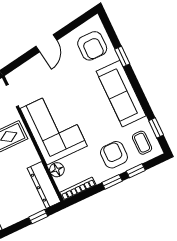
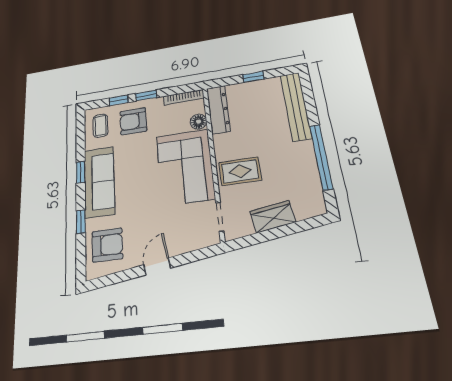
armchair: (92, 46) -> (107, 245), turned 90
window: (156, 128) -> (81, 172), moved
armchair: (114, 155) -> (133, 121), turned 90
window: (38, 217) -> (253, 77), moved

